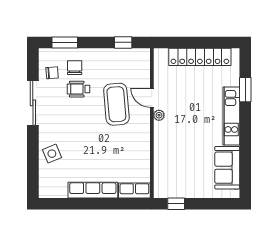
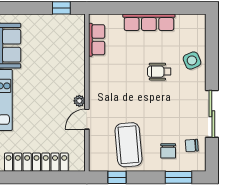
wheelchair: (79, 89) -> (159, 72), moved, turned 180
door: (152, 98) -> (87, 119), swing flipped
coffee table: (116, 104) -> (128, 145), moved
row of seats: (134, 191) -> (97, 40), moved, turned -90

